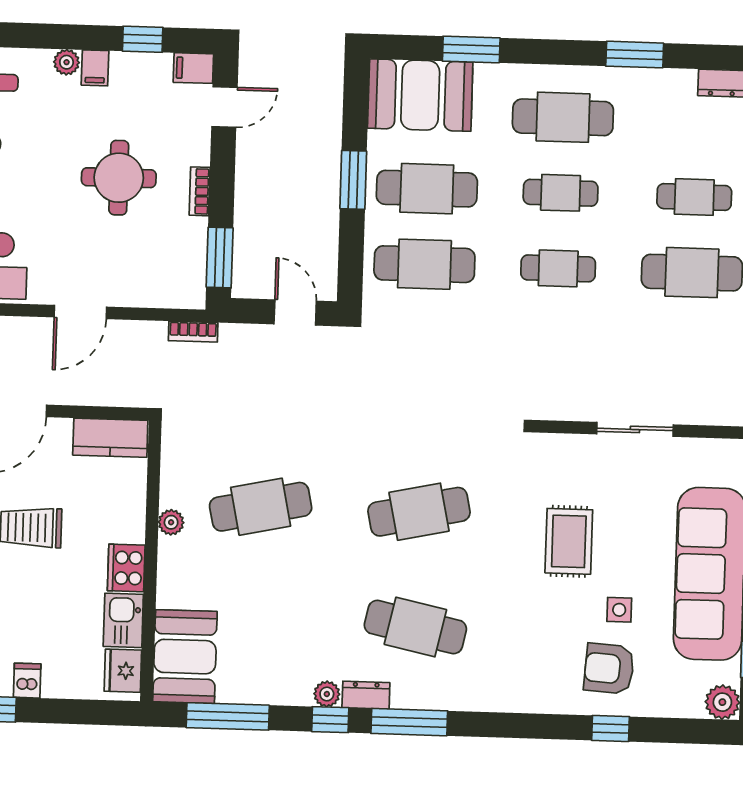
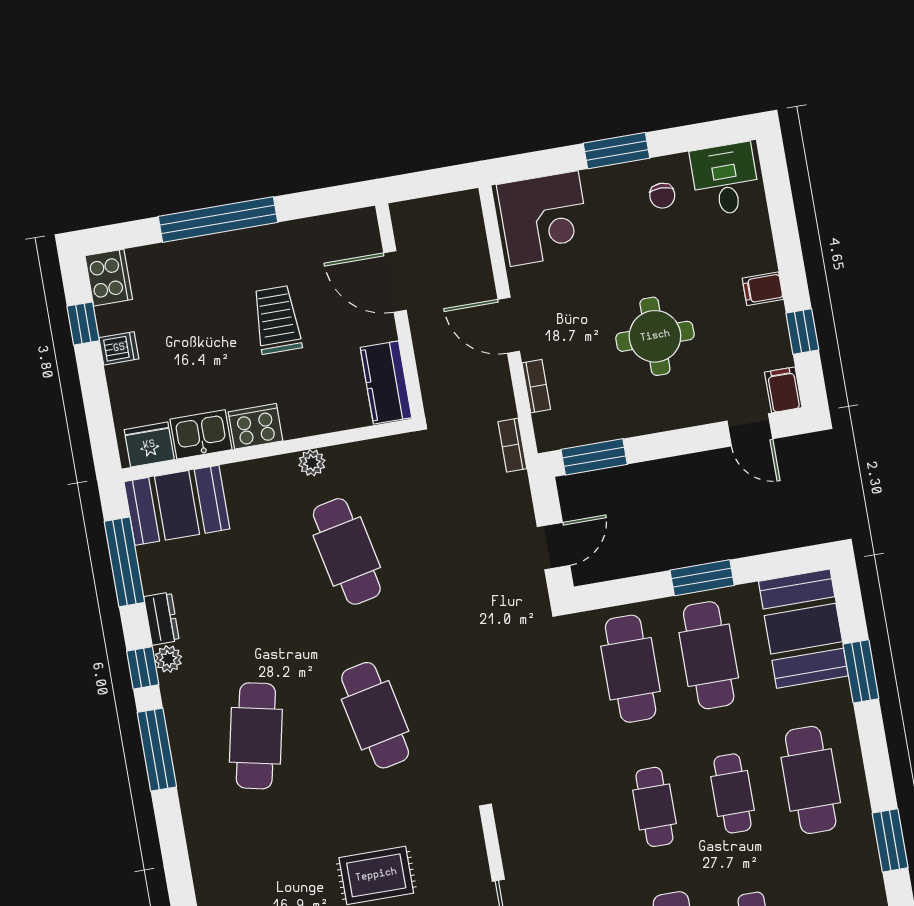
plant: (67, 62) -> (763, 258), removed
bookcase: (200, 191) -> (536, 386), moved, turned 90
dresser: (366, 695) -> (162, 619), moved

